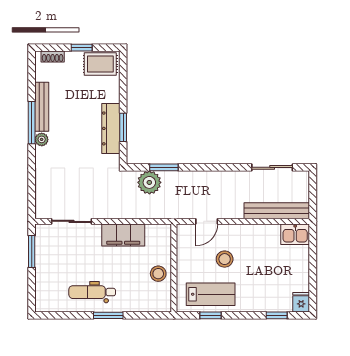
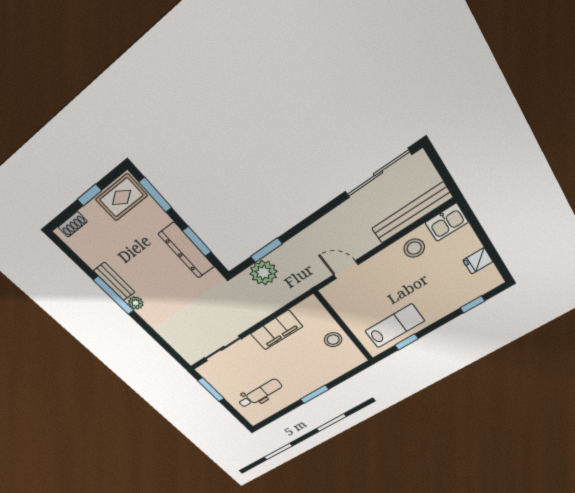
window: (123, 78) -> (155, 195), added
bench: (42, 107) -> (114, 282), width x0.73
sliding door: (272, 167) -> (378, 173), width x1.37
door: (207, 221) -> (346, 270), swing flipped
stool: (225, 259) -> (414, 248), moved
dental chair: (92, 292) -> (260, 394), moved, turned 180
fridge: (301, 302) -> (478, 261), moved, turned -90

